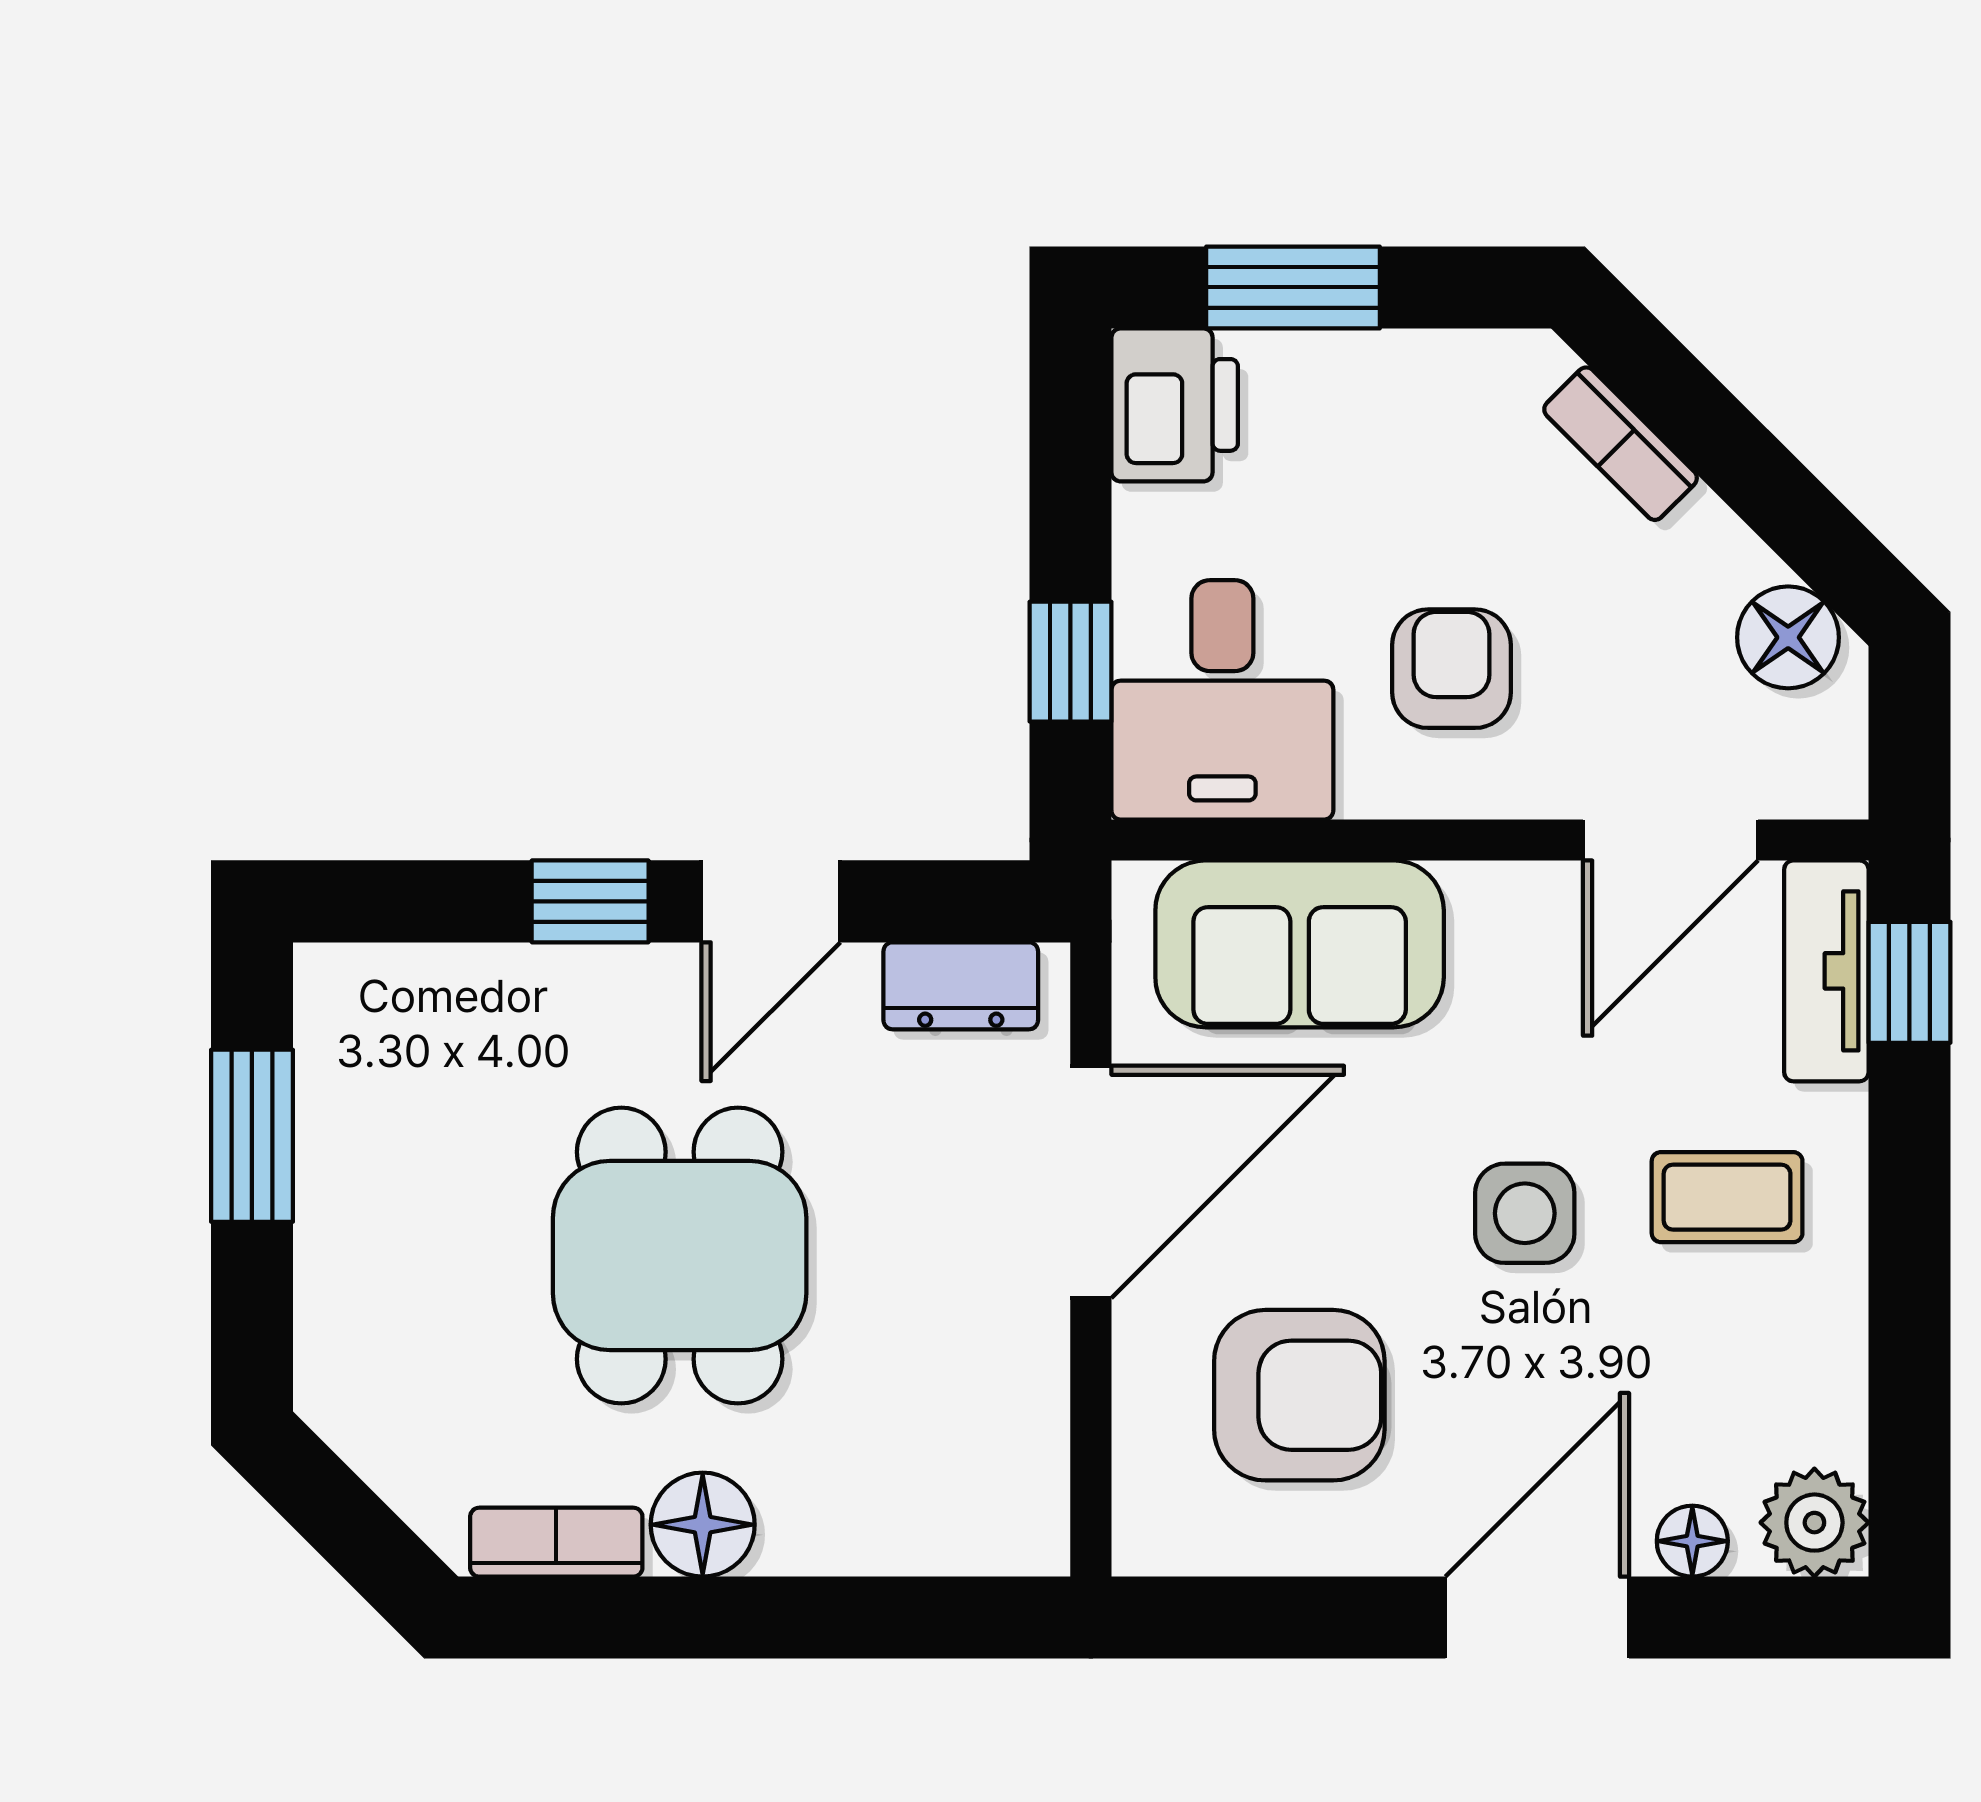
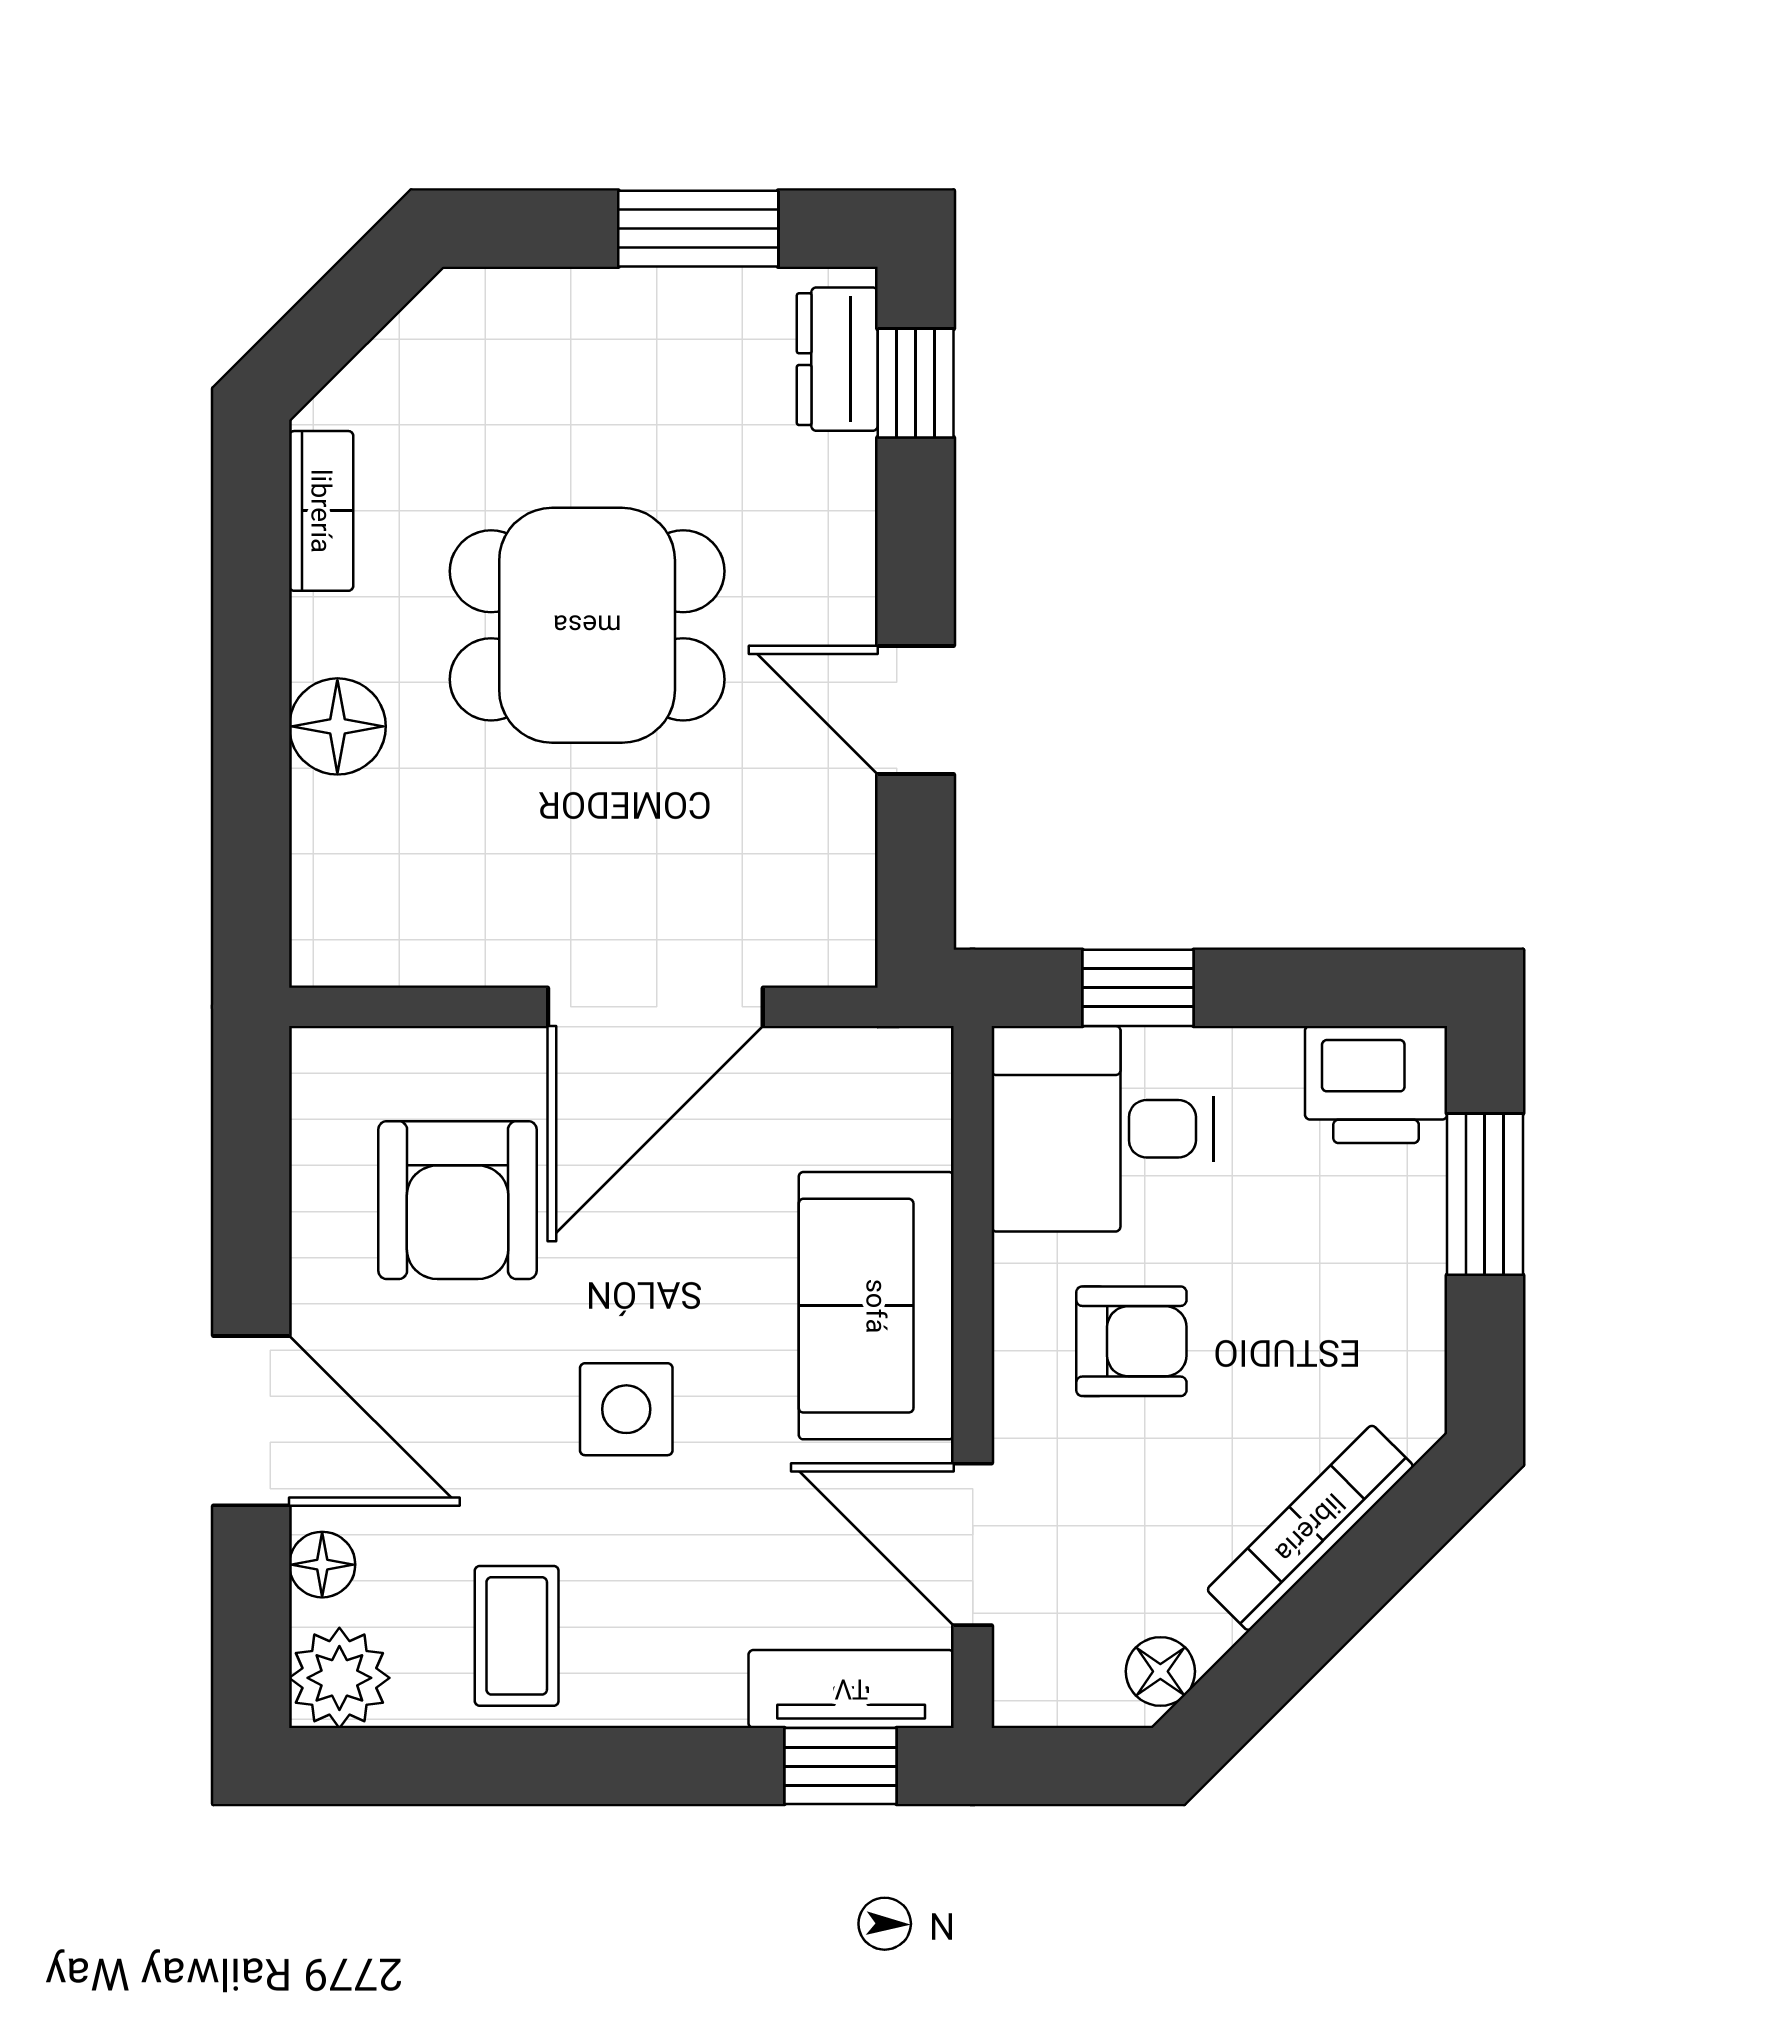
bookcase: (1621, 444) -> (1310, 1528), width x1.56
floor lamp: (1788, 637) -> (1160, 1671), width x0.73, depth x0.73
window: (590, 901) -> (916, 383), moved
sofa: (1300, 944) -> (876, 1306), moved
dresser: (961, 986) -> (837, 359), moved
door: (1091, 1182) -> (655, 1007), hinge flipped
coffee table: (1727, 1197) -> (517, 1636), moved
floor lamp: (703, 1525) -> (337, 726), moved

